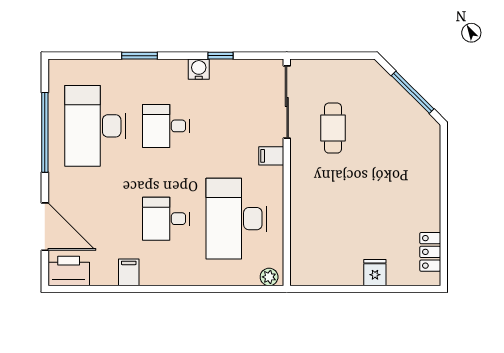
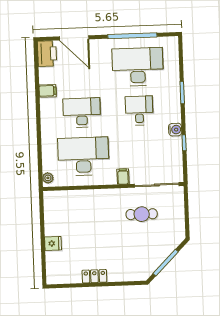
desk: (166, 219) -> (82, 113), width x1.37
door: (45, 227) -> (74, 38), hinge flipped
locker: (430, 252) -> (94, 276), moved

